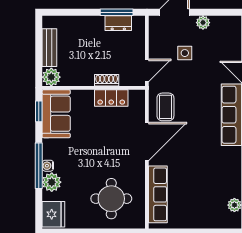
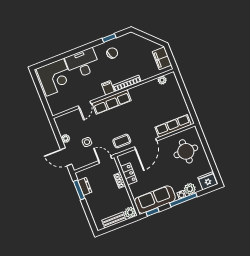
sofa: (56, 114) -> (155, 200), width x1.36
door: (147, 141) -> (146, 144), swing flipped

